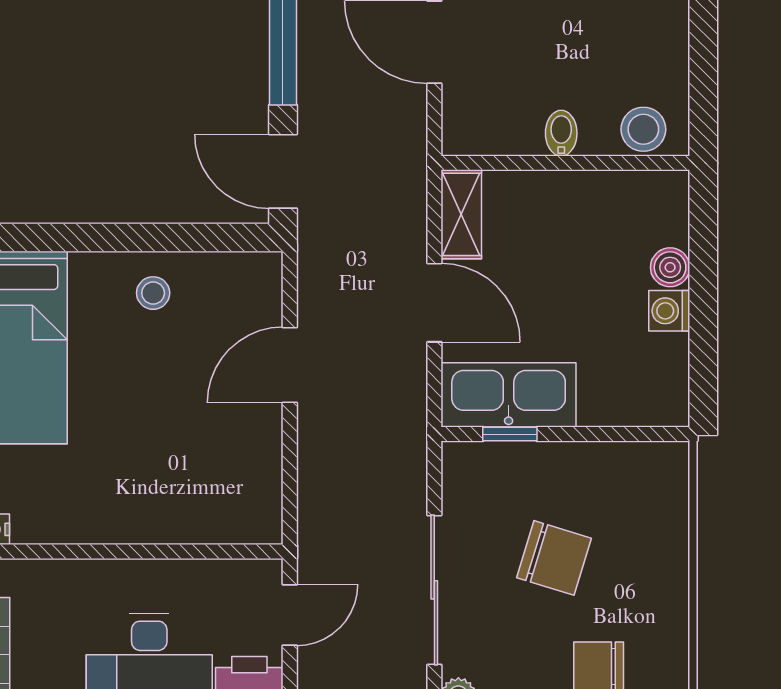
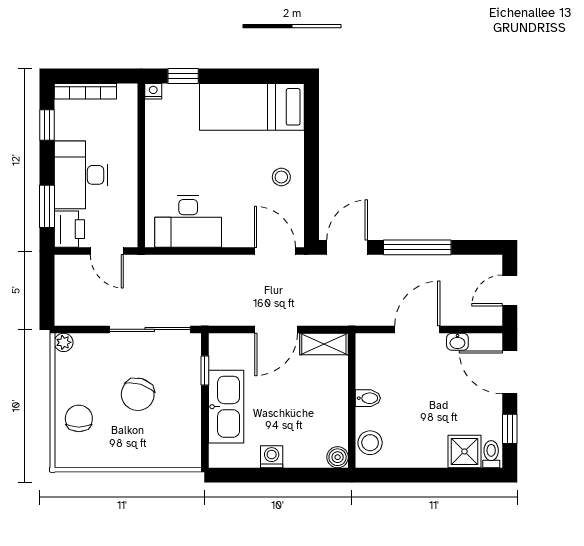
boiler: (670, 267) -> (338, 457), moved
door: (290, 365) -> (275, 251), moved
kitchen sink: (509, 395) -> (226, 407), moved
desk: (235, 465) -> (188, 221), added
sliding door: (434, 590) -> (150, 329), moved

